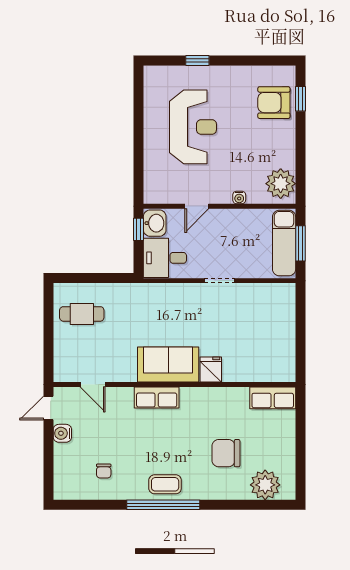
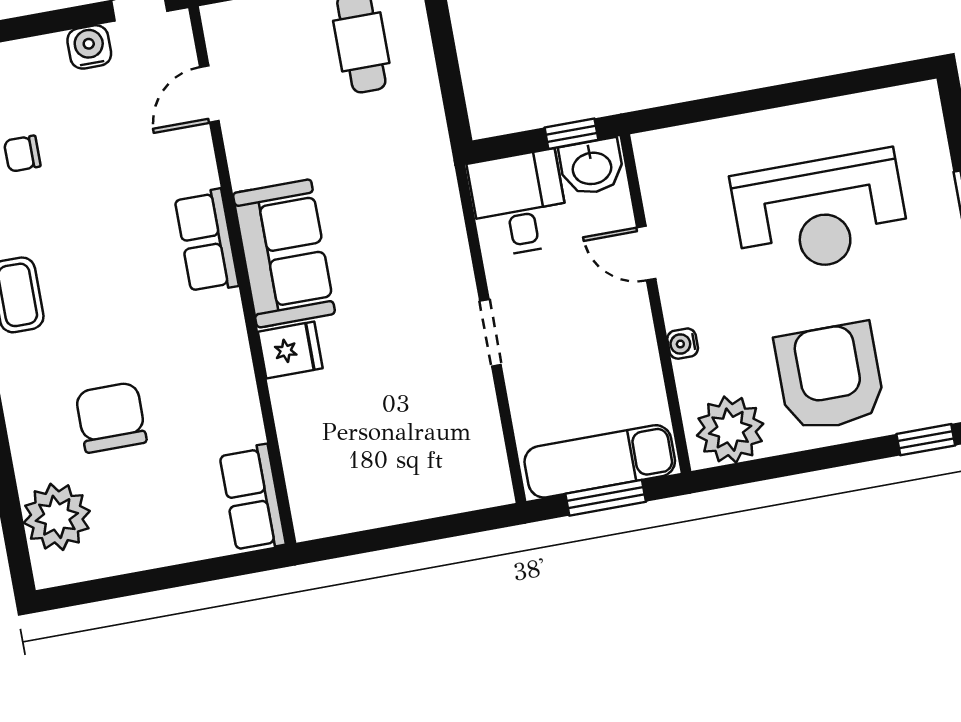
armchair: (274, 103) -> (830, 377), moved, width x1.36, depth x1.36

